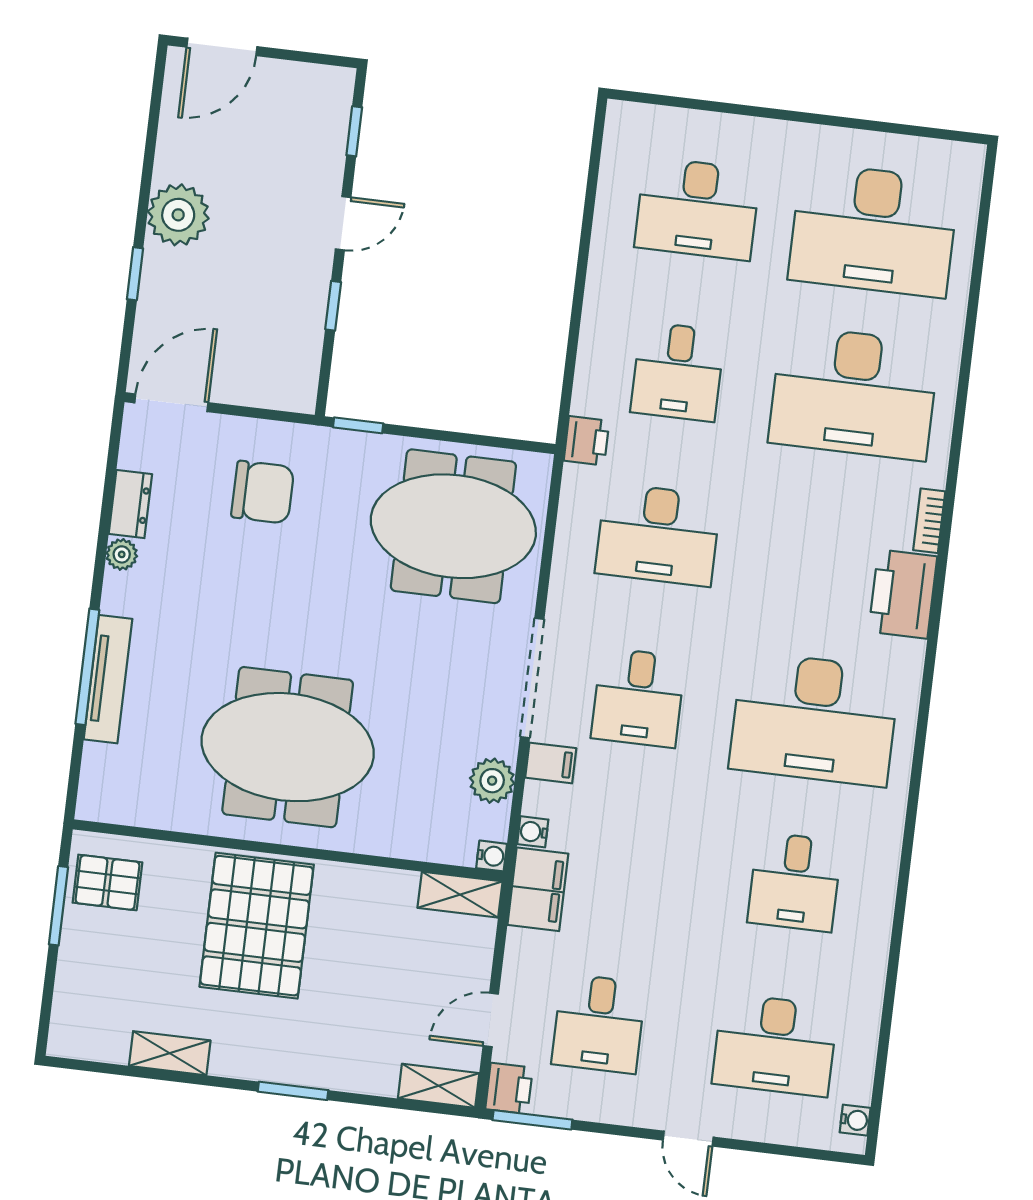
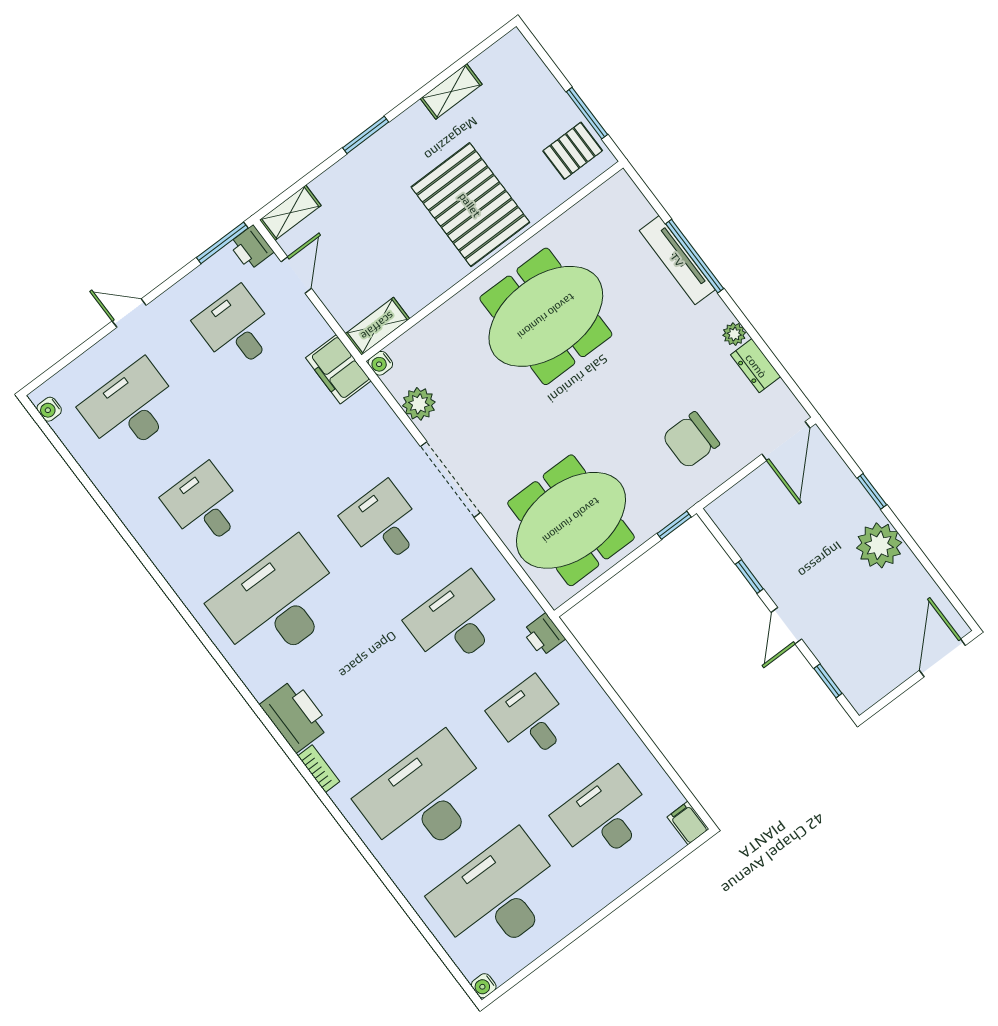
filing cabinet: (551, 763) -> (688, 823), moved, turned 90
water cooler: (533, 832) -> (484, 986), moved, turned 180

